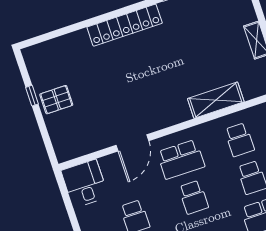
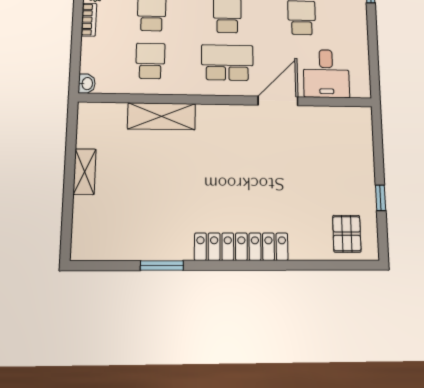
pallet: (56, 100) -> (347, 234), moved, turned 90
desk: (85, 184) -> (326, 73), moved

